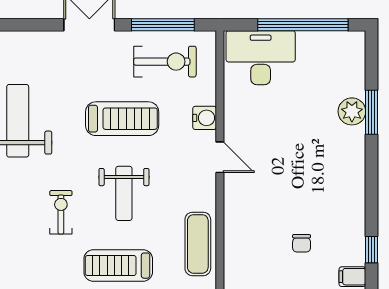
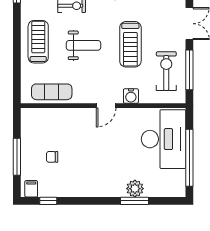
desk: (261, 58) -> (164, 139), width x1.36, depth x1.30
exercise bike: (165, 62) -> (166, 71), turned 180
weight bench: (124, 193) -> (84, 45), turned 180

